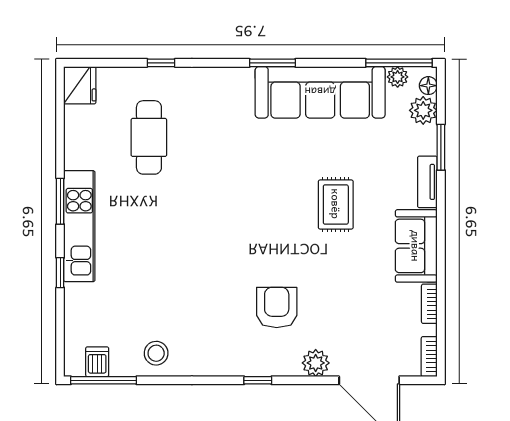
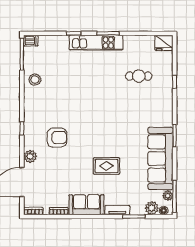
cafe table: (149, 137) -> (139, 76), width x0.73, depth x0.74
dishwasher: (97, 362) -> (31, 41), moved

